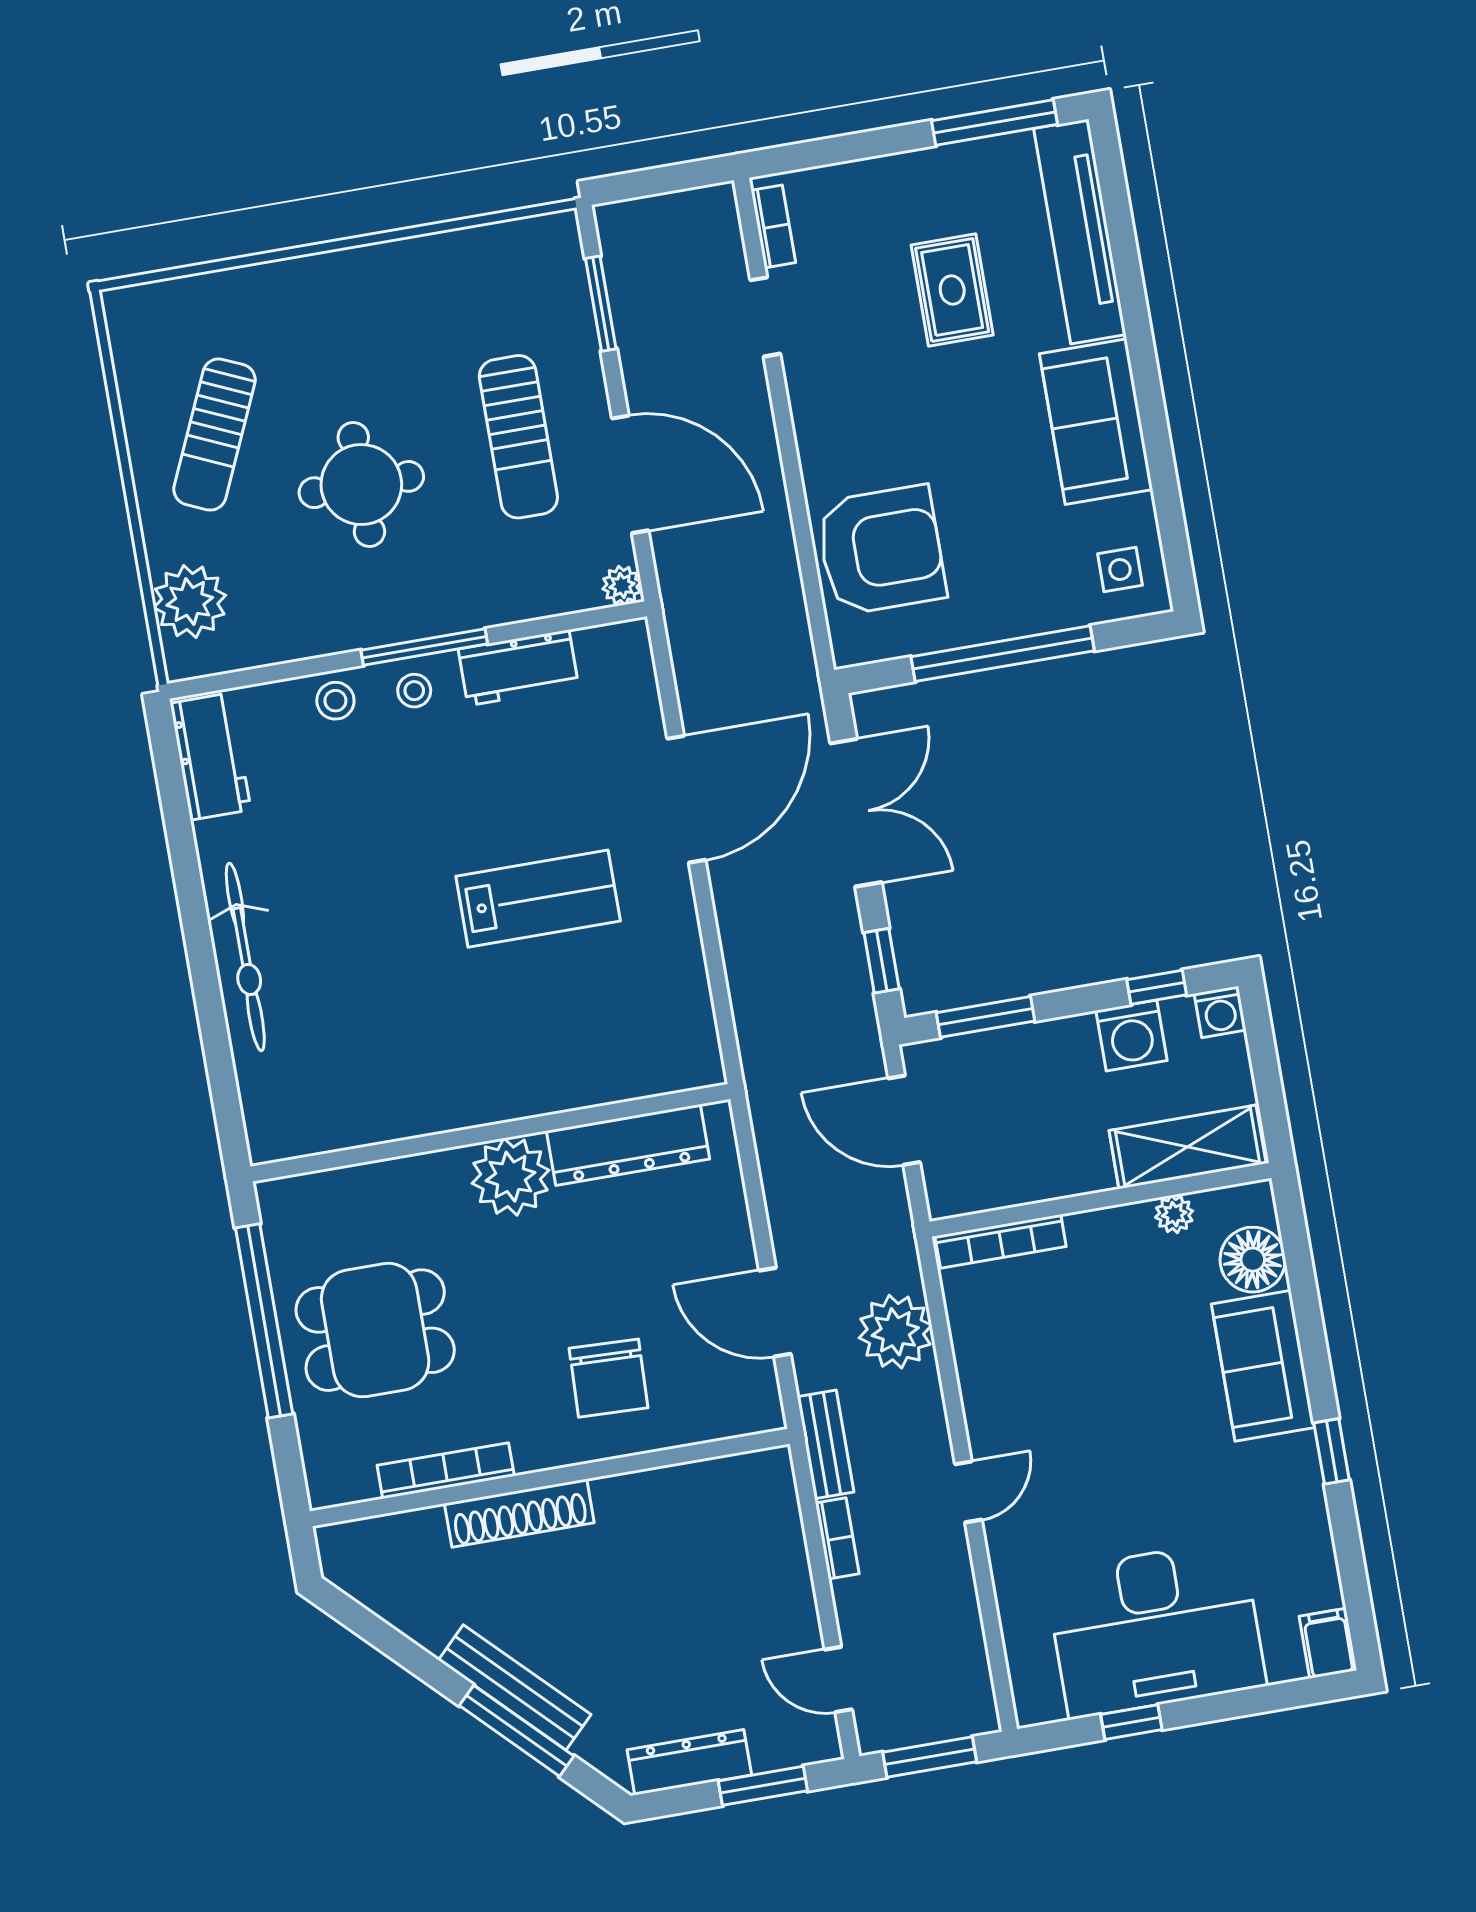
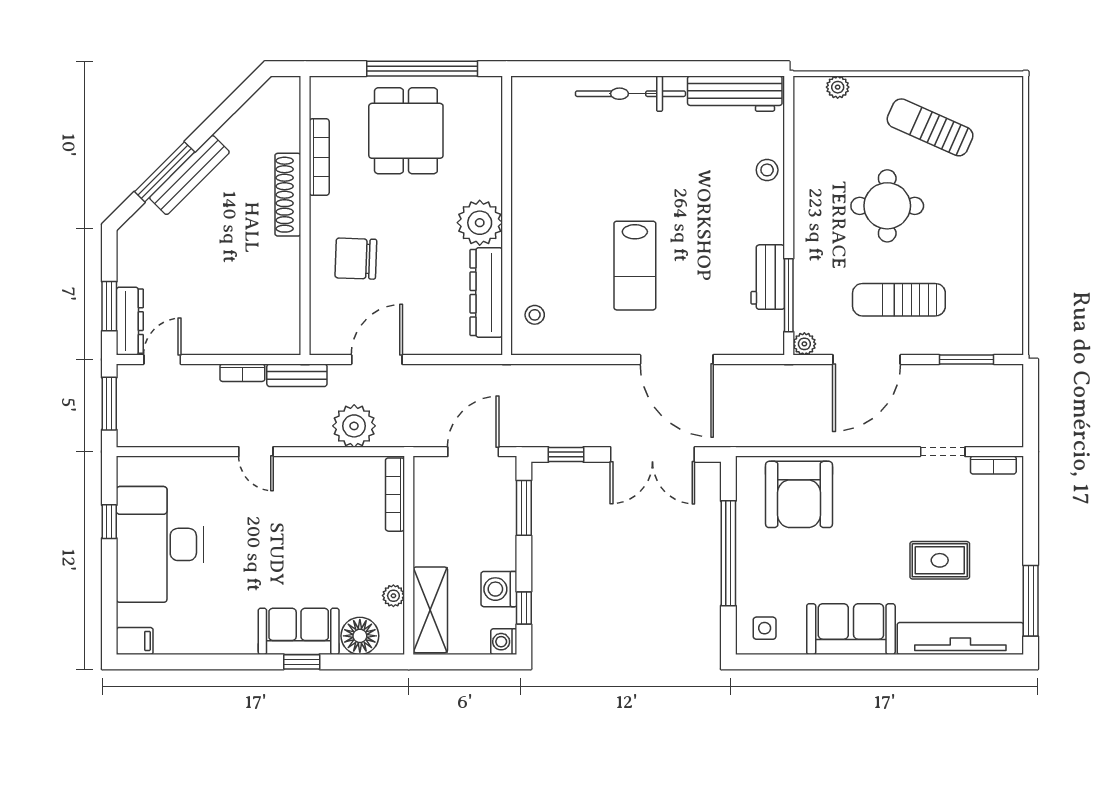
plant: (190, 601) -> (838, 87), width x0.53, depth x0.53
window: (424, 647) -> (789, 295), moved
stool: (414, 691) -> (535, 315), moved
workbench: (210, 756) -> (735, 94), width x1.38
window: (1332, 1451) -> (302, 662), moved
dresser: (689, 1762) -> (130, 321), moved

